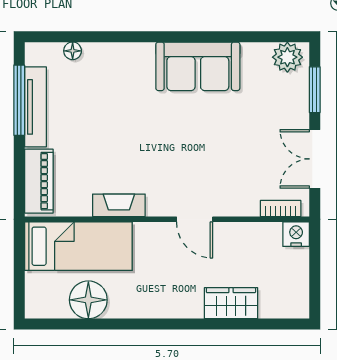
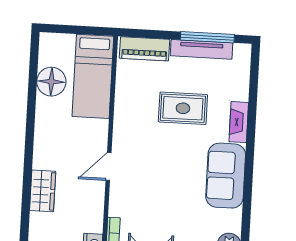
floor lamp: (73, 51) -> (243, 80), removed
rug: (113, 127) -> (183, 108), added
fireplace: (119, 205) -> (239, 122), moved, turned 180

